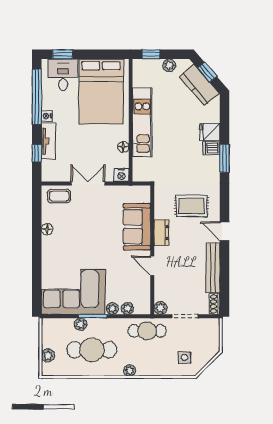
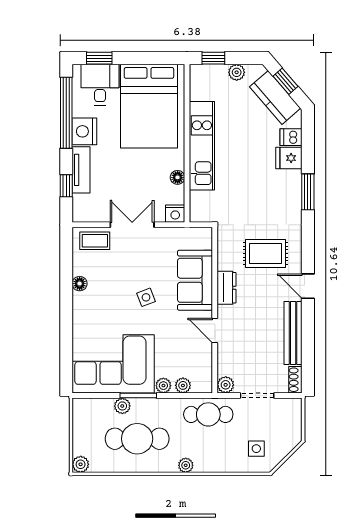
nightstand: (47, 116) -> (84, 131), width x1.89, depth x1.79
dishwasher: (211, 148) -> (291, 137), moved
side table: (99, 240) -> (146, 297), added
plant: (48, 355) -> (81, 464), moved

